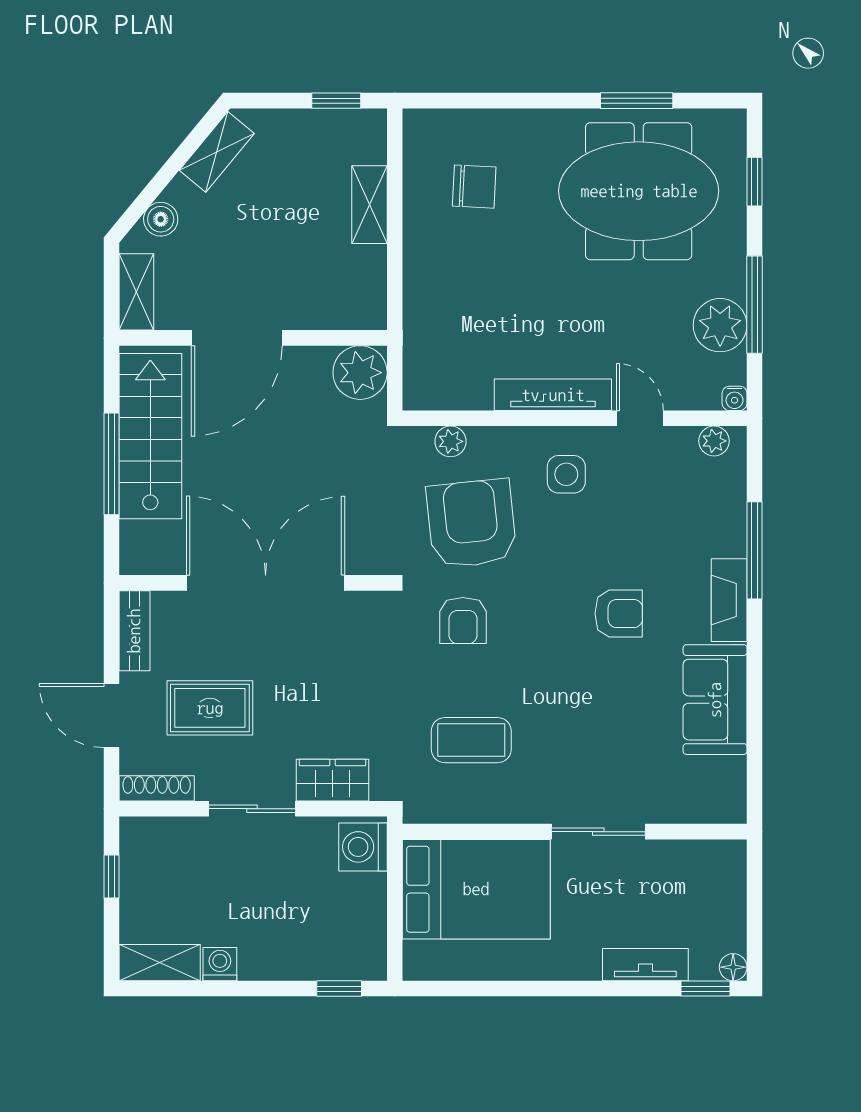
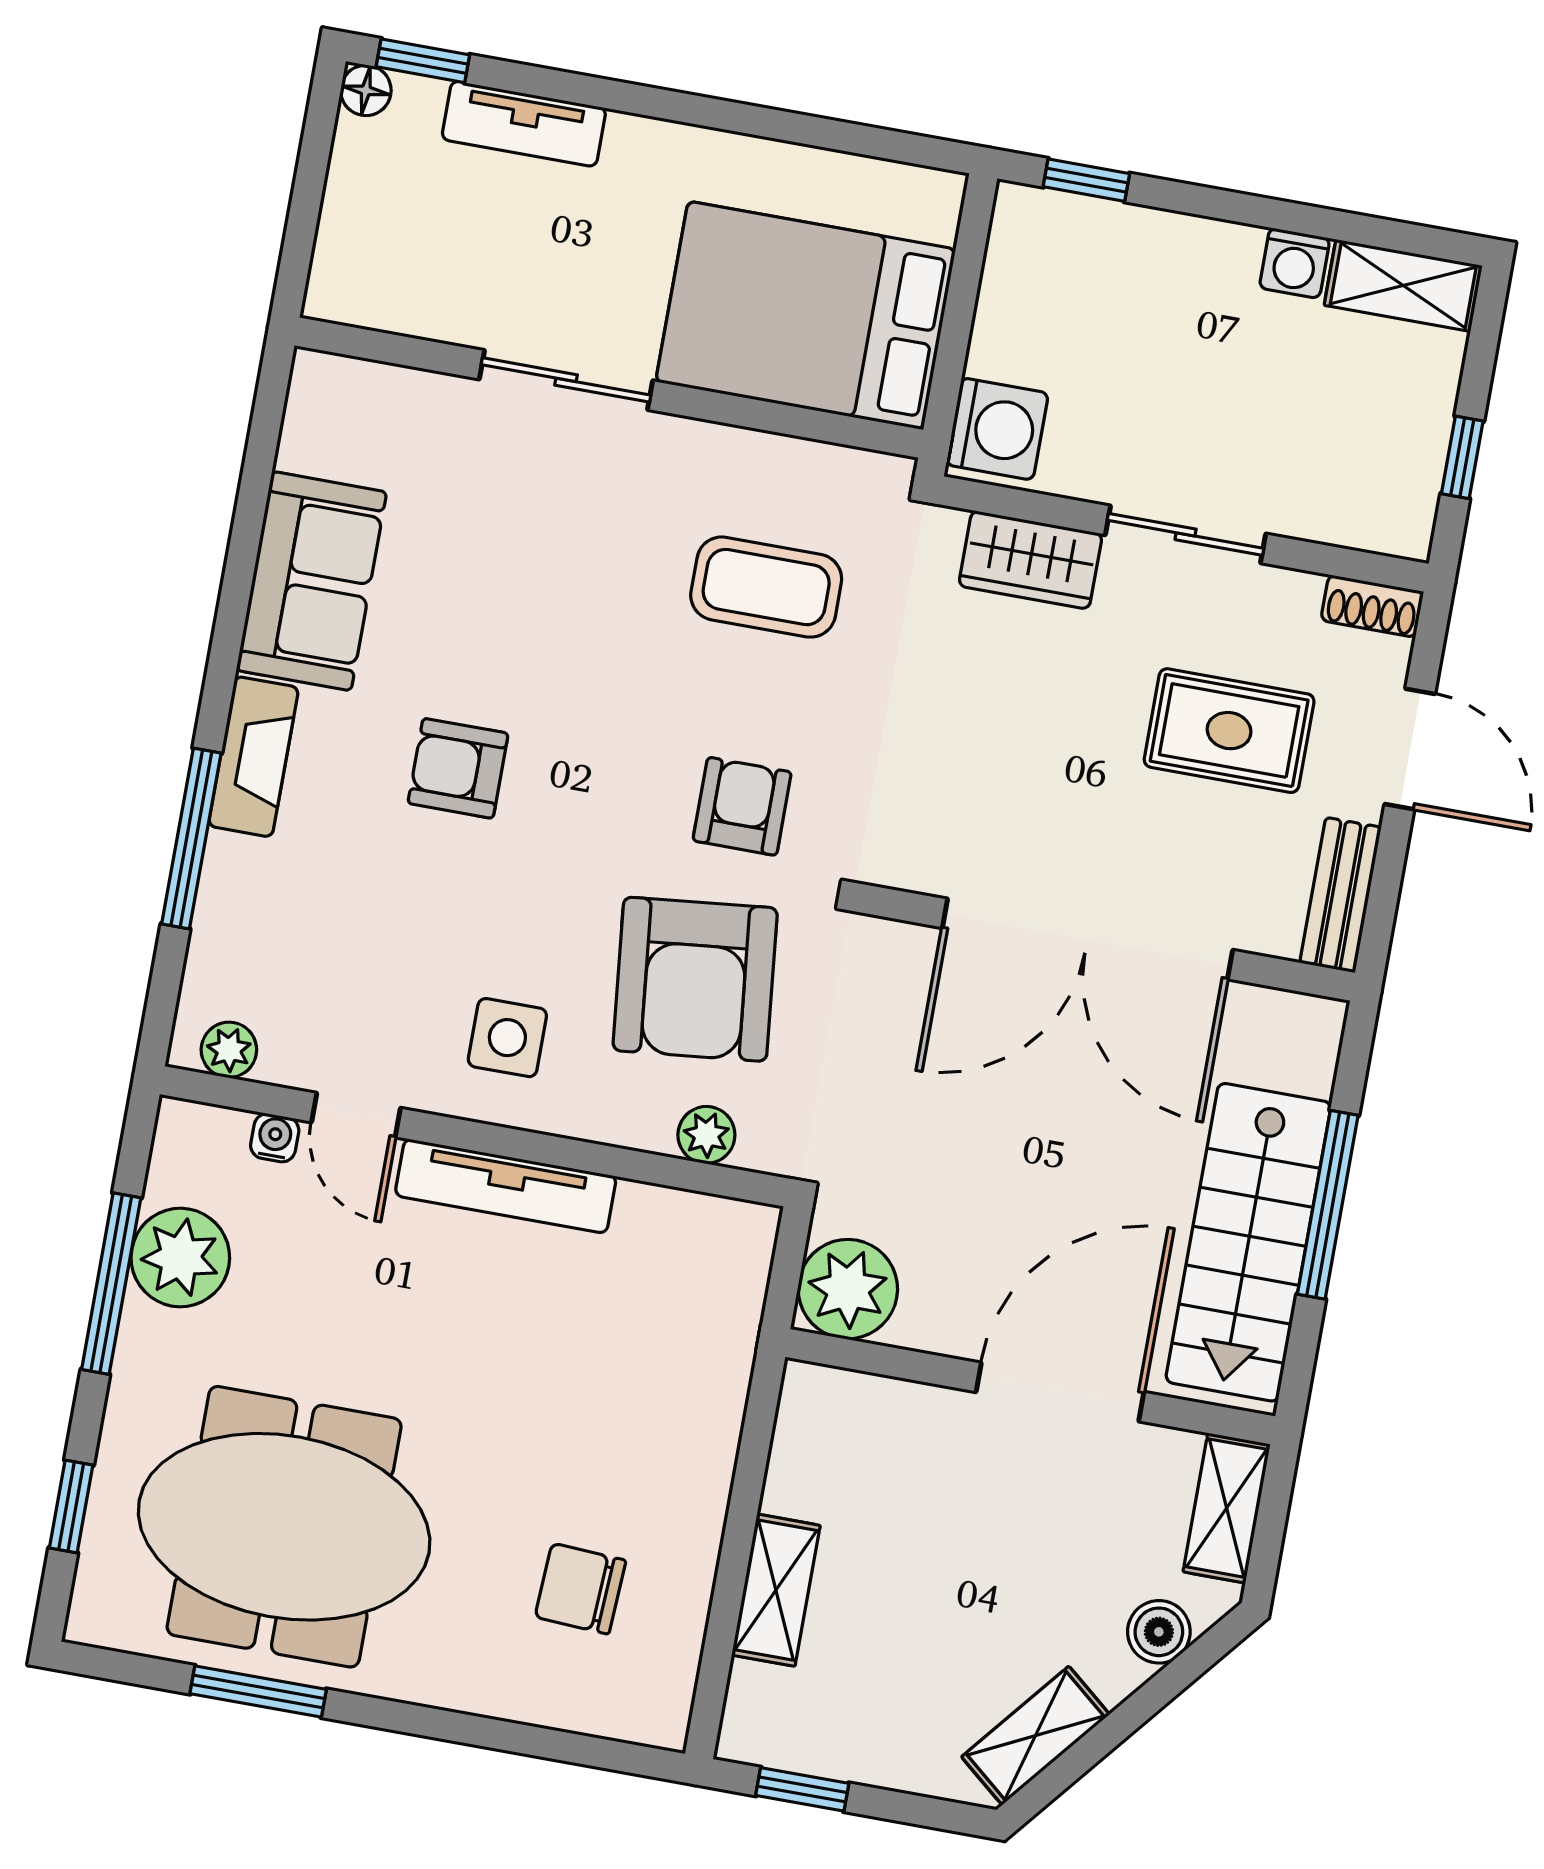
water cooler: (735, 398) -> (275, 1138), moved
shoe rack: (157, 788) -> (1372, 606), width x0.70

